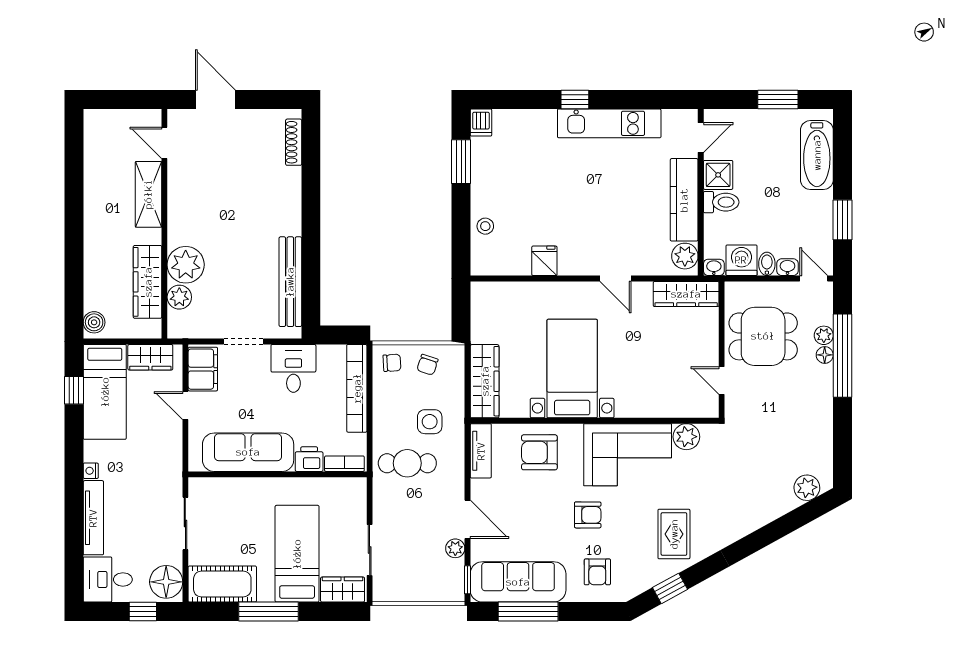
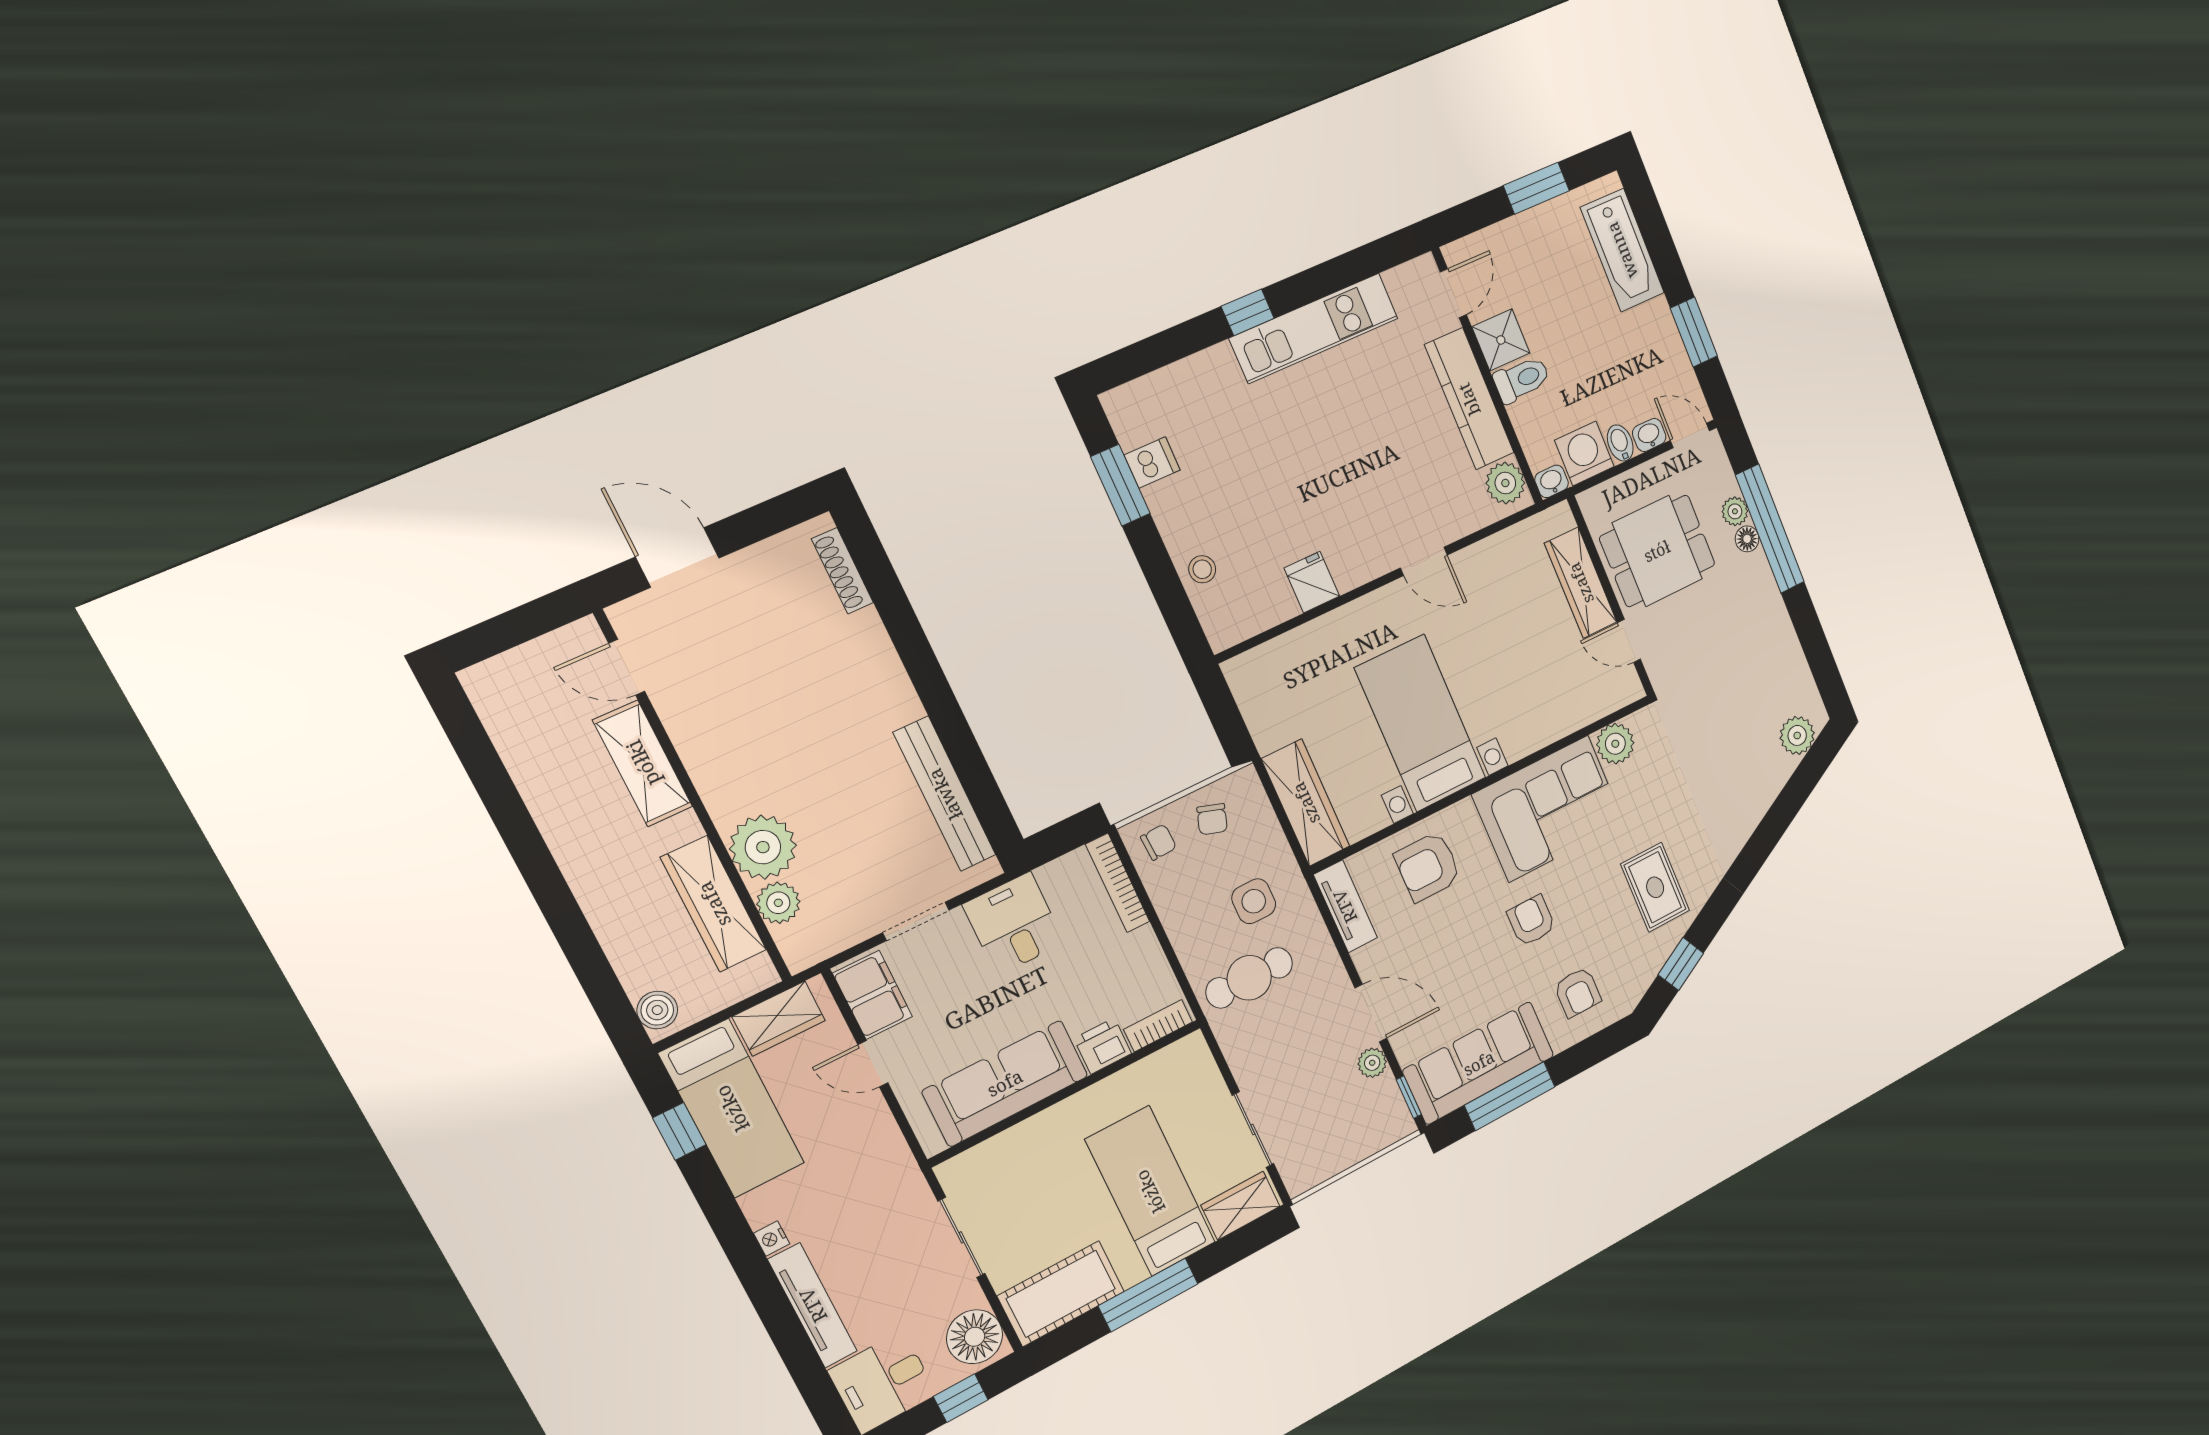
dishwasher: (481, 123) -> (1152, 462), moved, turned -90
wardrobe: (686, 294) -> (1581, 583), moved, turned 90
bookcase: (357, 388) -> (1118, 883), width x0.68, depth x0.76
armchair: (588, 515) -> (1531, 921), turned -90

